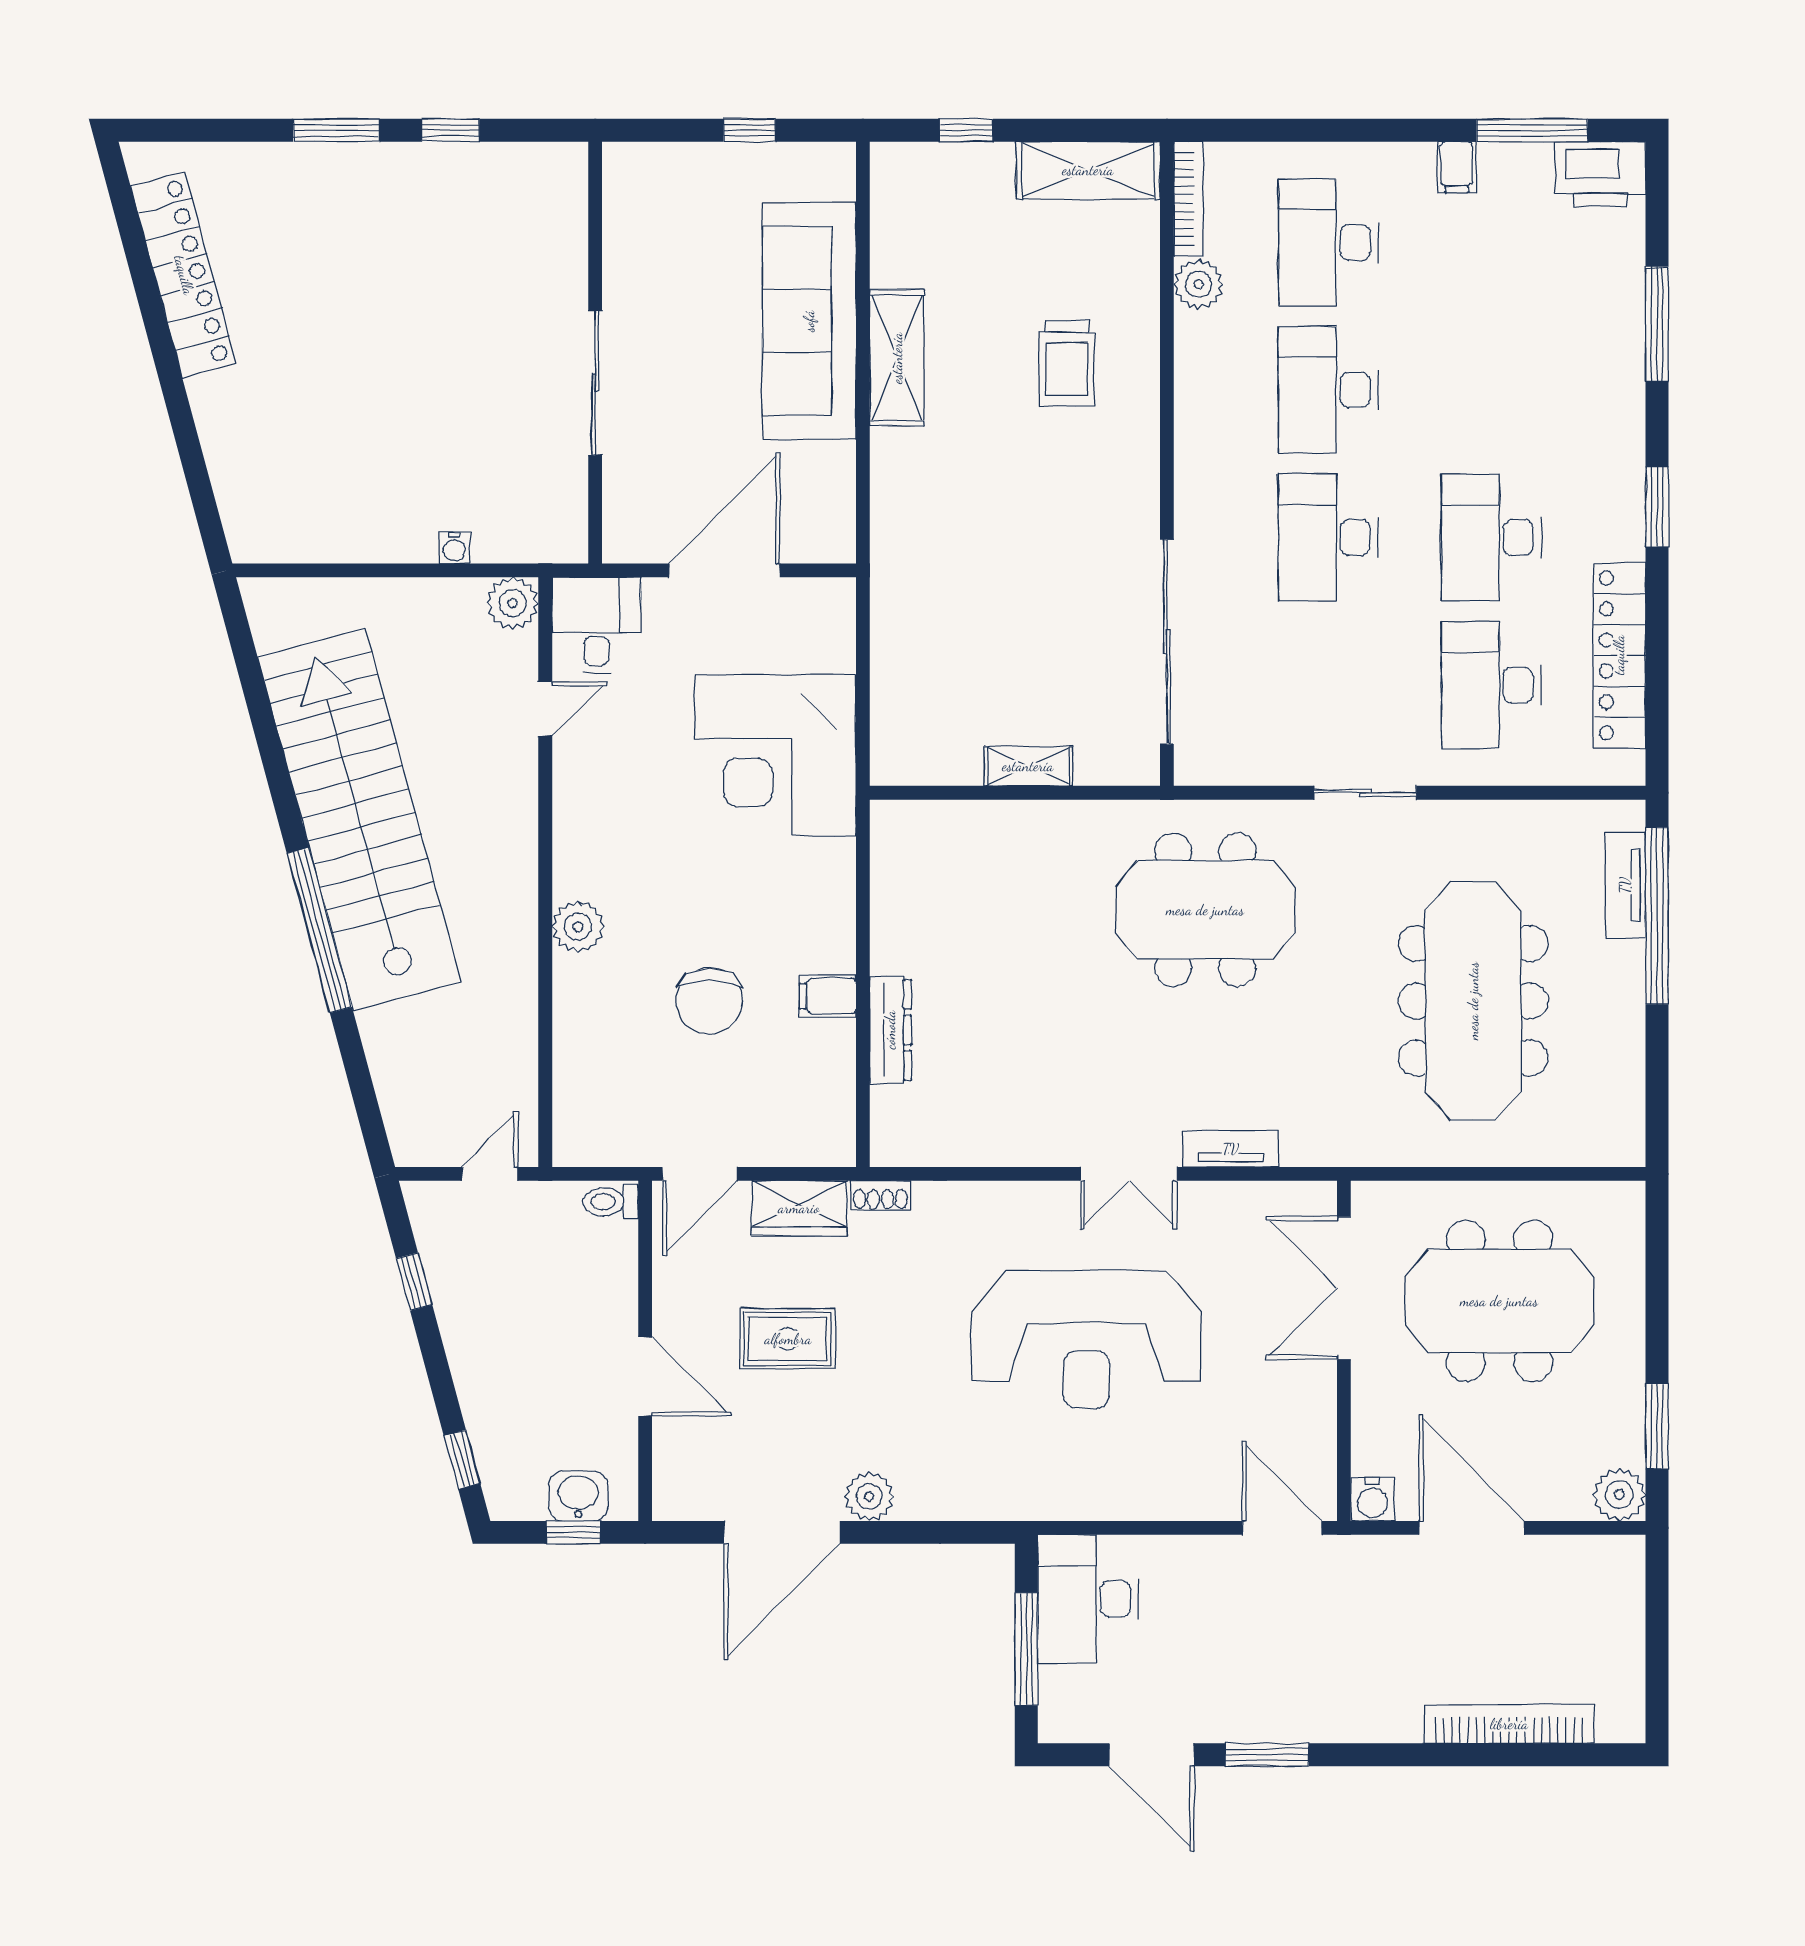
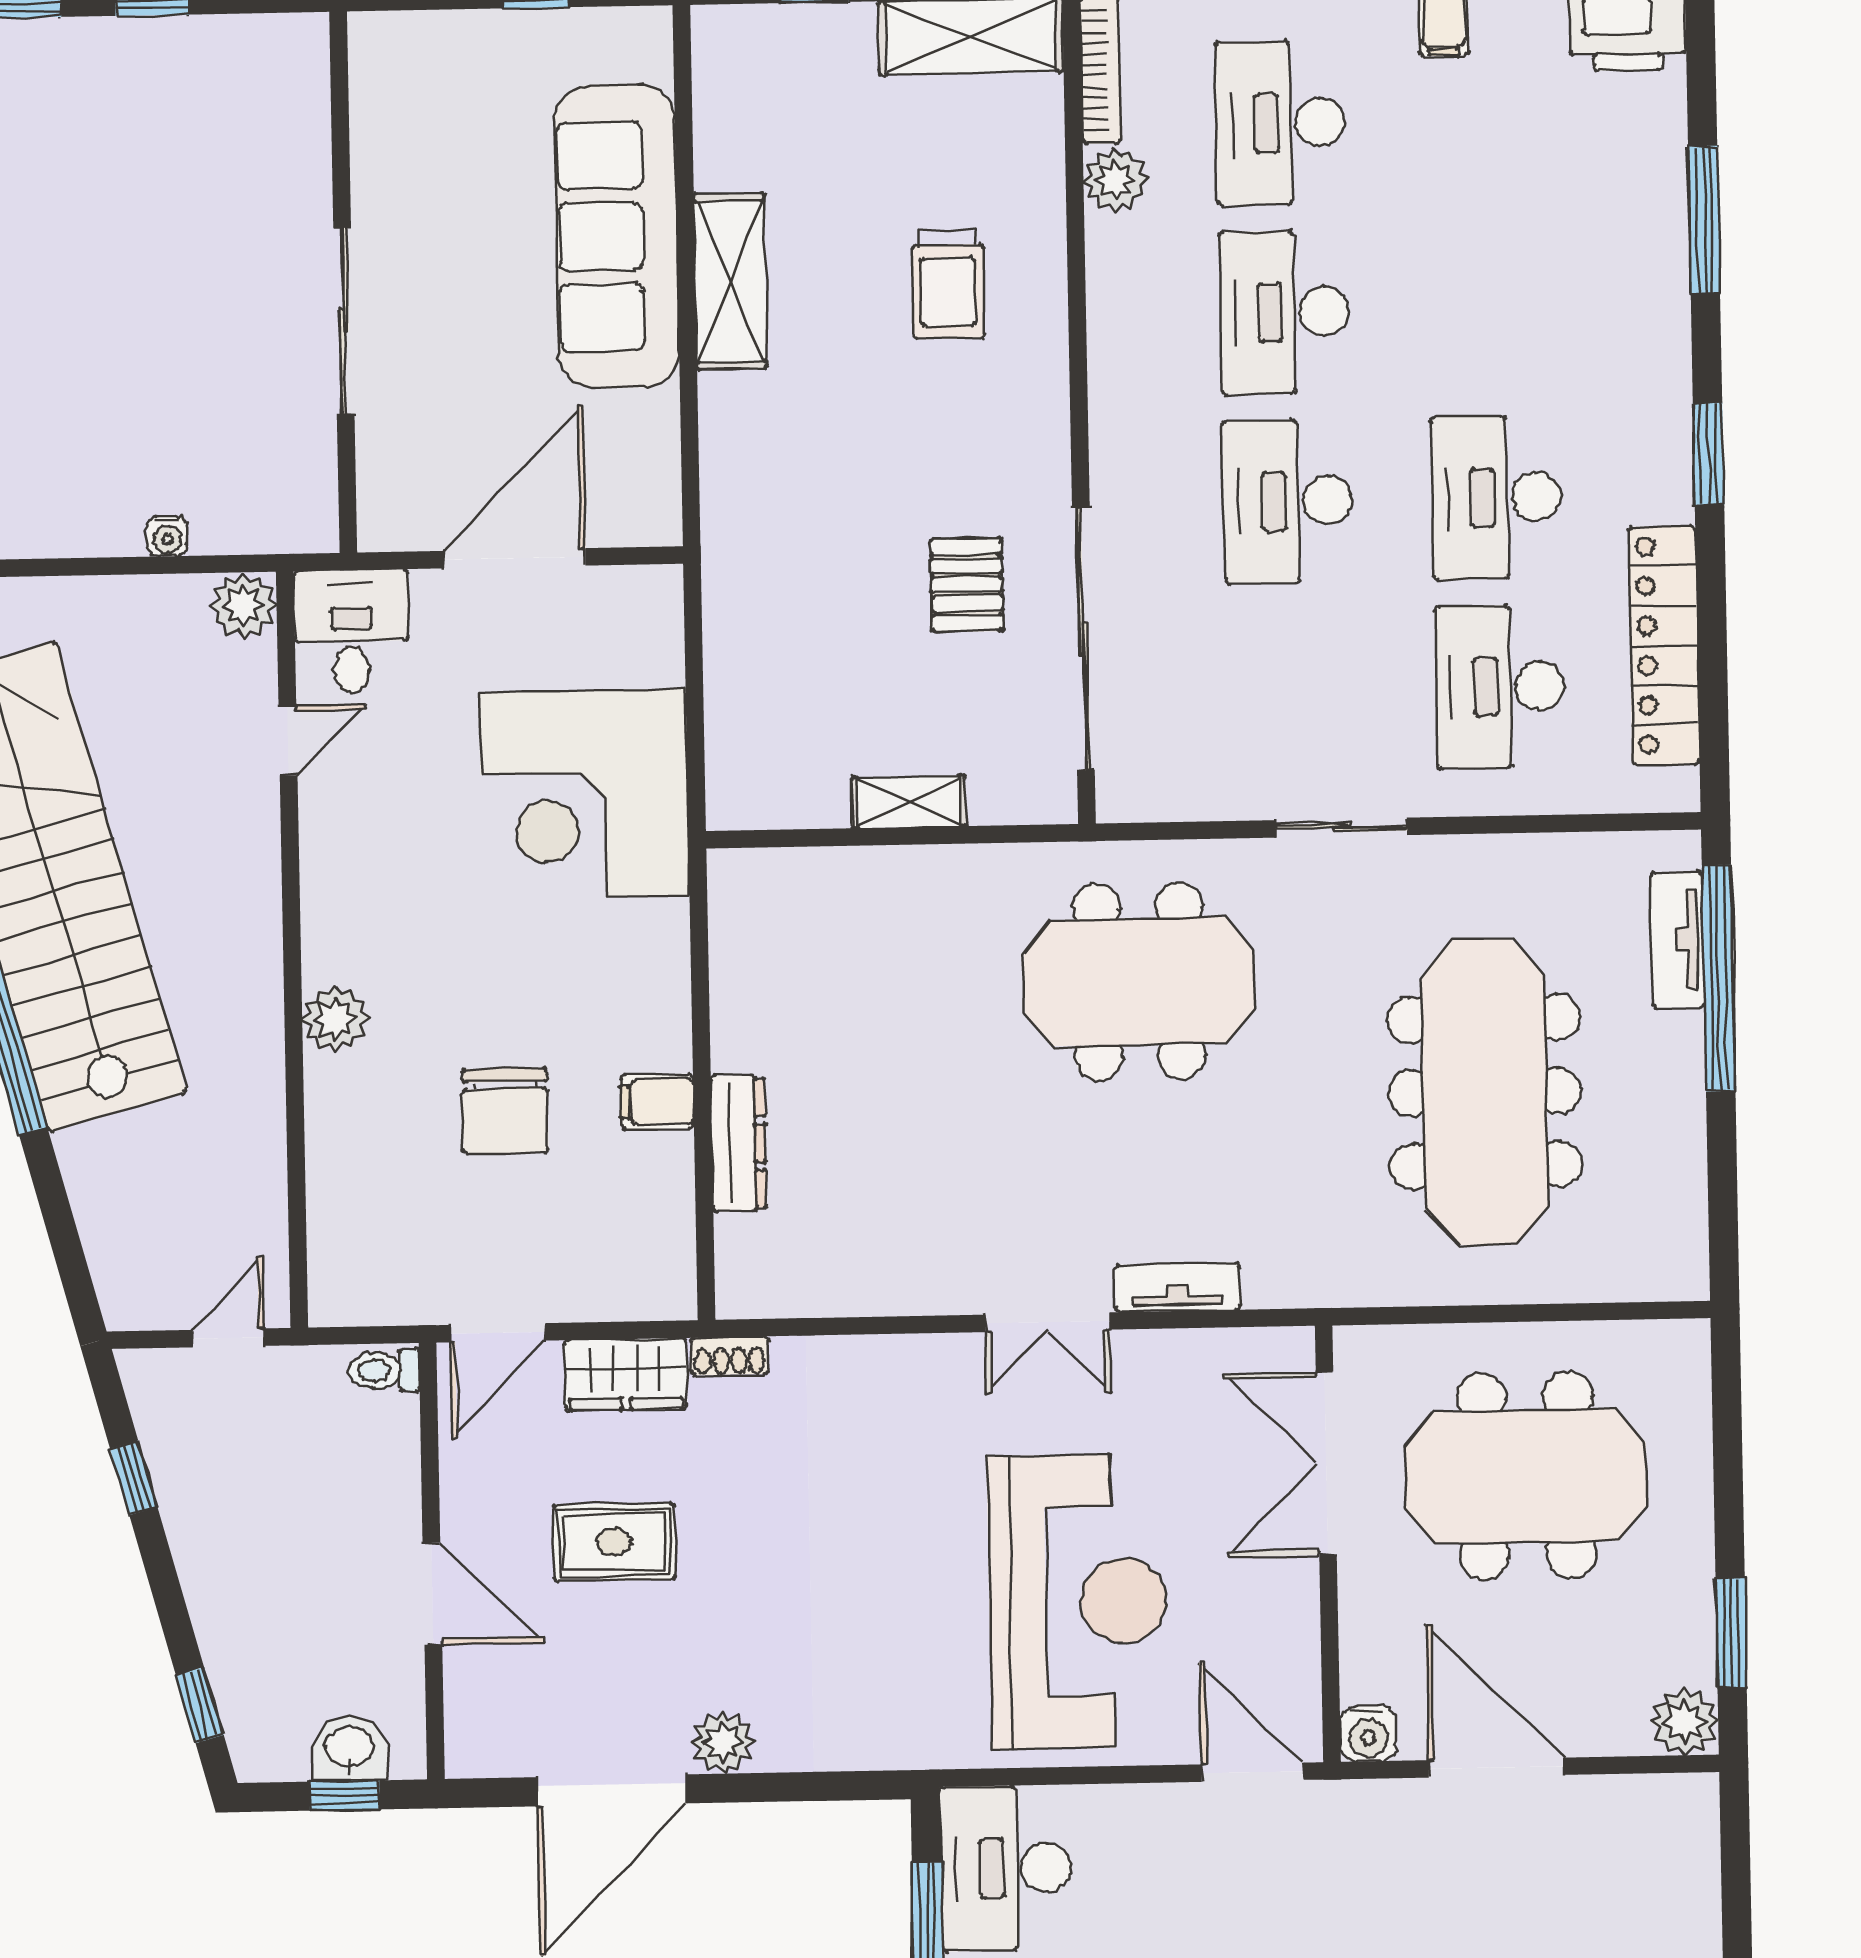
pallet: (1077, 598) -> (967, 585), added
reception desk: (1086, 1340) -> (1078, 1602), moved, turned -90

